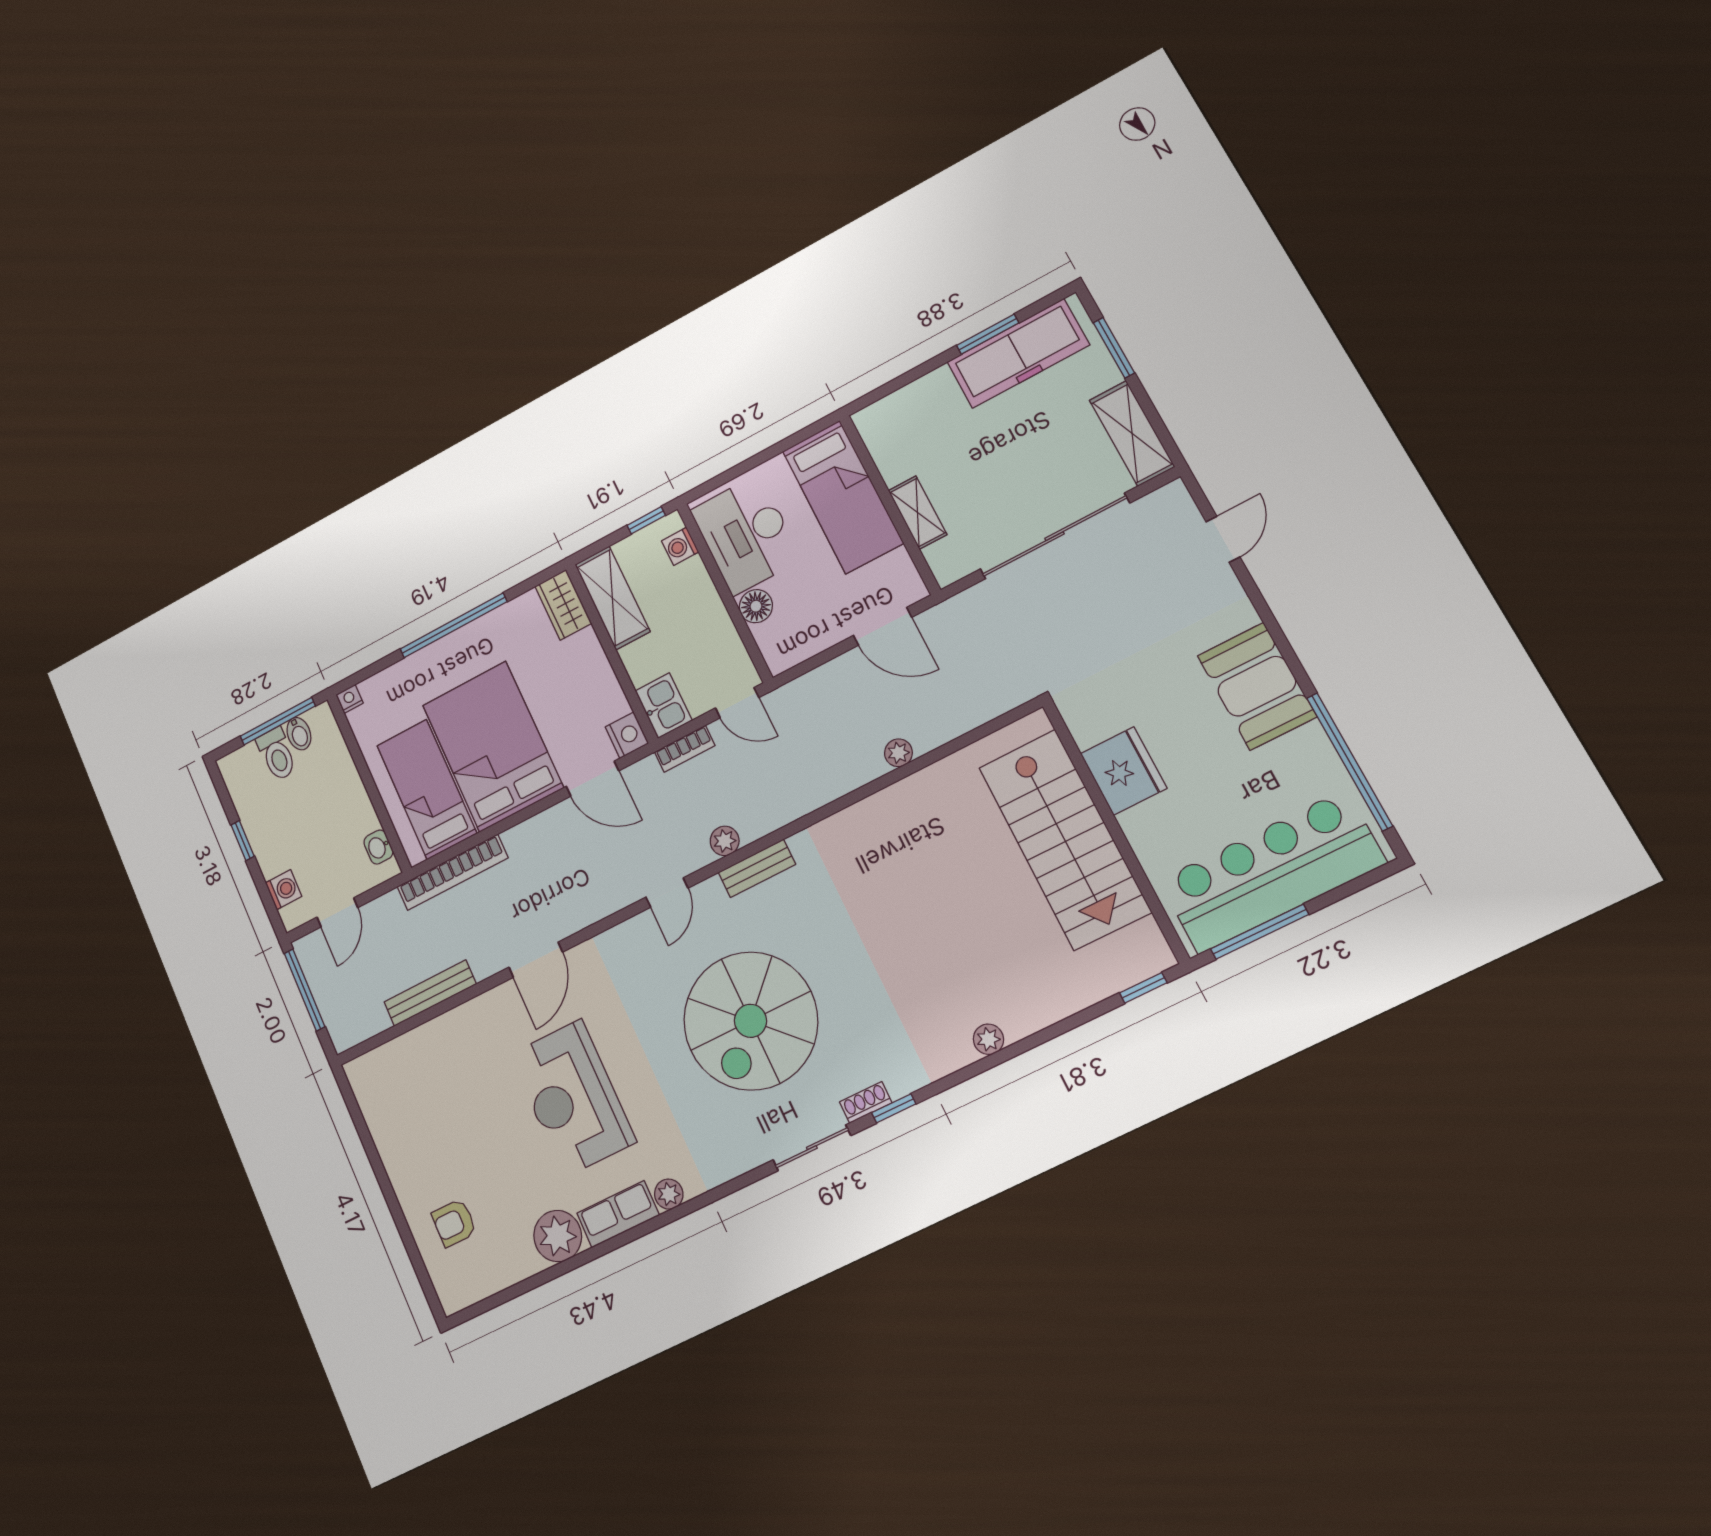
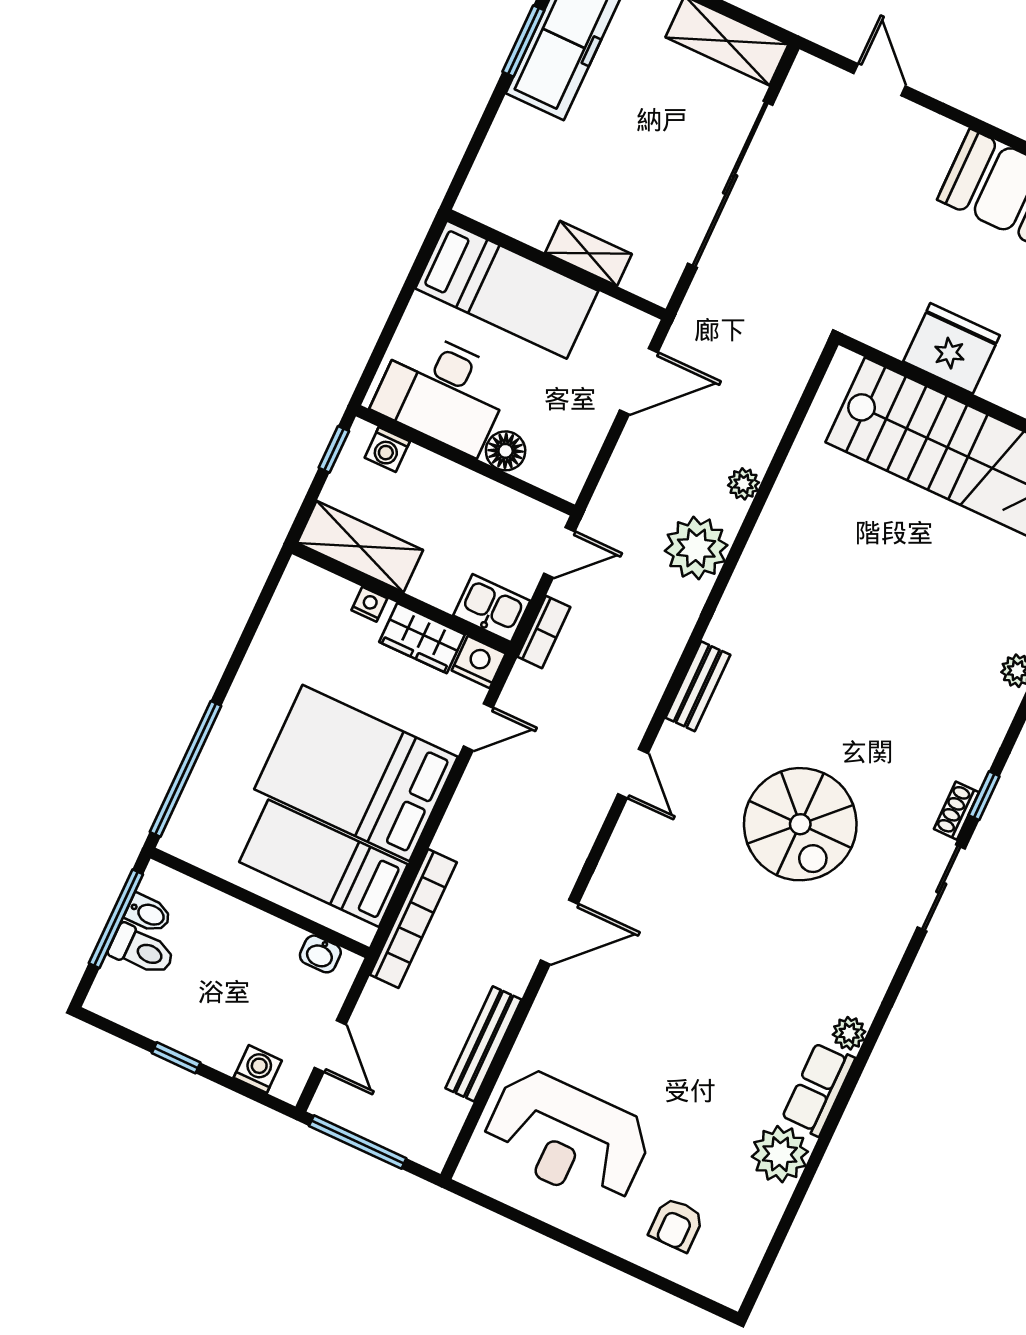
wardrobe: (563, 605) -> (422, 638), moved
window: (453, 625) -> (186, 769), moved
nightstand: (350, 699) -> (369, 604), moved, turned 90
door: (592, 779) -> (478, 727), width x0.73
plant: (725, 841) -> (696, 548), moved, width x1.88, depth x1.88
door: (536, 960) -> (559, 932), hinge flipped
spiral stairs: (751, 1021) -> (800, 824), width x0.73, depth x0.73
reception desk: (573, 1098) -> (567, 1138), moved

